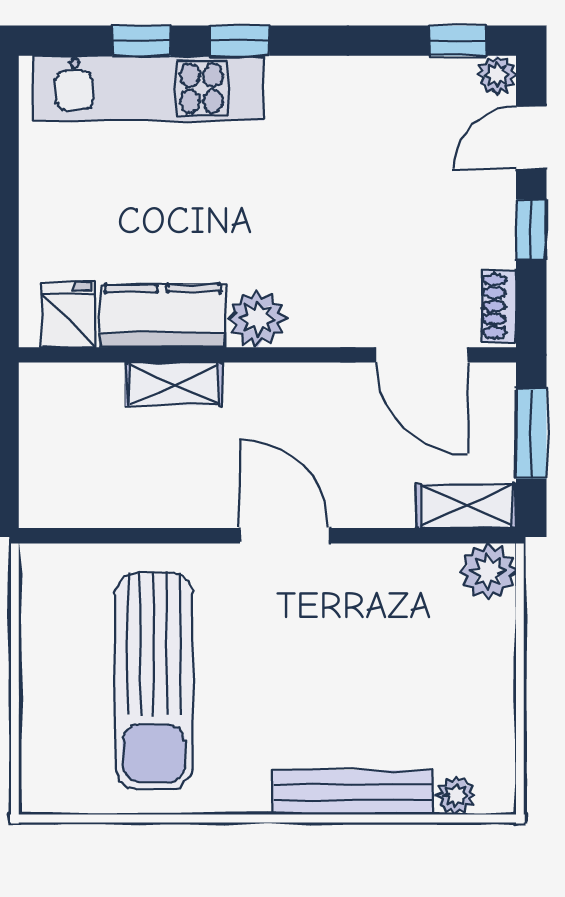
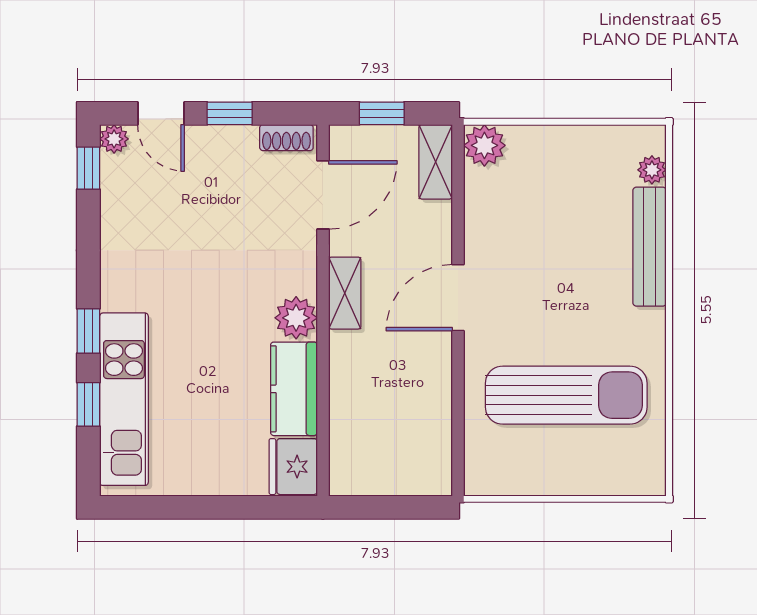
fridge: (69, 315) -> (293, 467), width x1.38
shelving: (174, 384) -> (345, 293), moved
window: (531, 434) -> (382, 113), width x0.67

